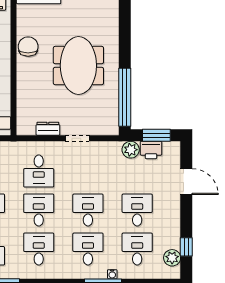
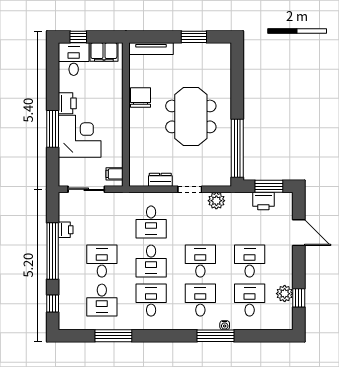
plant: (131, 150) -> (216, 201), moved
desk: (39, 210) -> (151, 261), turned 180
plant: (172, 258) -> (285, 294), moved

